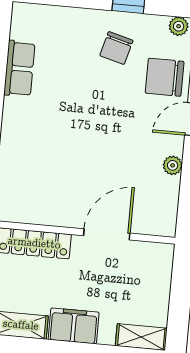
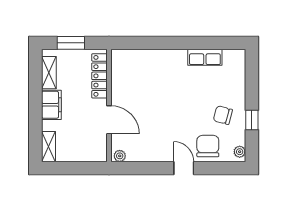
plant: (173, 165) -> (120, 156), moved

